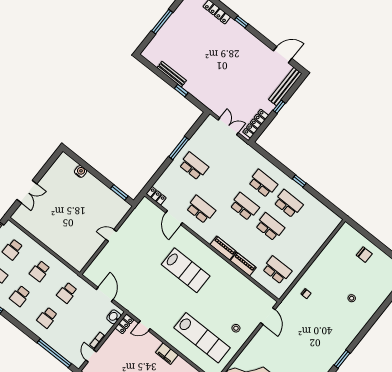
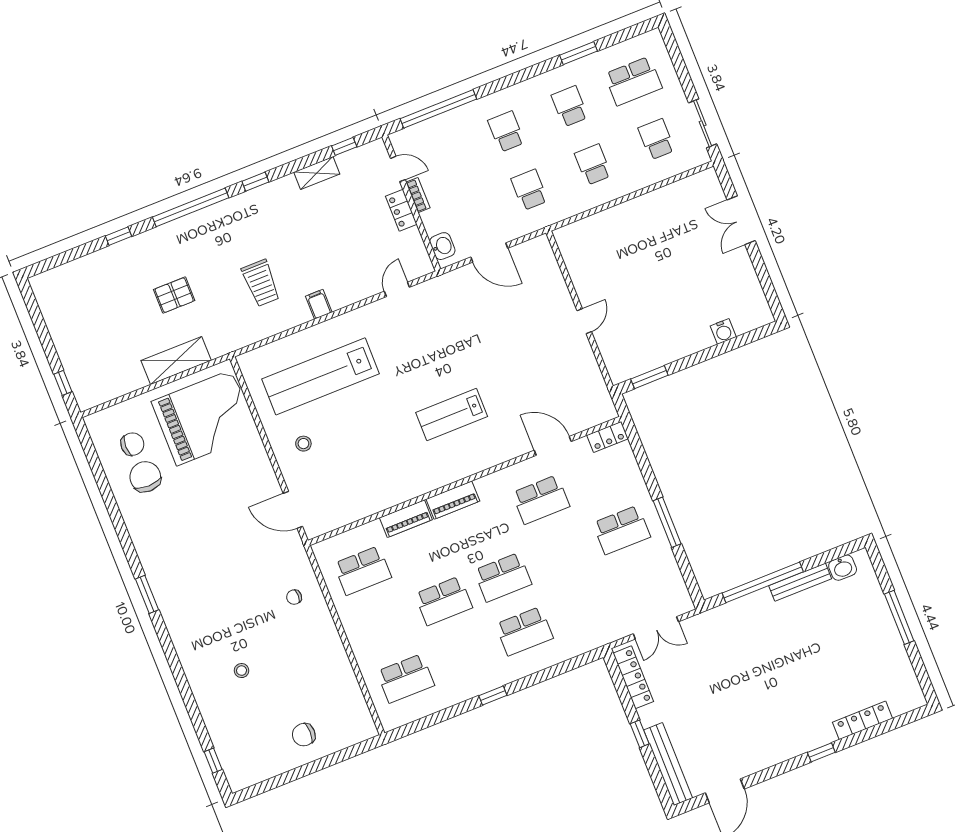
washbasin: (155, 59) -> (843, 568), added
window: (181, 91) -> (763, 582), width x3.17
school desk: (288, 204) -> (406, 678), moved
lab bench: (186, 270) -> (452, 415), width x0.73, depth x0.72
locker: (124, 324) -> (401, 210), moved
filing cabinet: (167, 354) -> (319, 304), width x0.50

